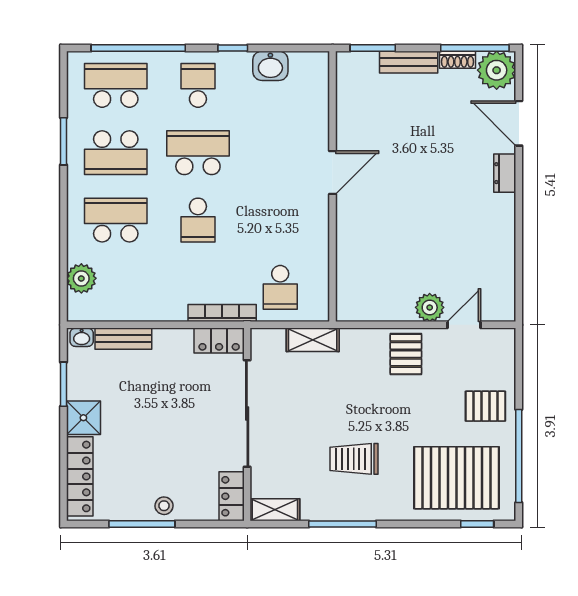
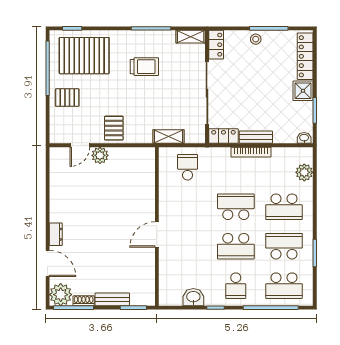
school desk: (198, 220) -> (236, 207), width x1.85
bookcase: (222, 313) -> (251, 152), moved
bench: (123, 339) -> (256, 137), moved

